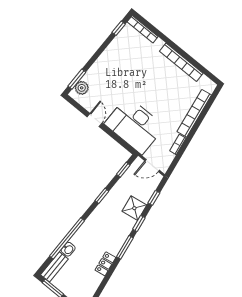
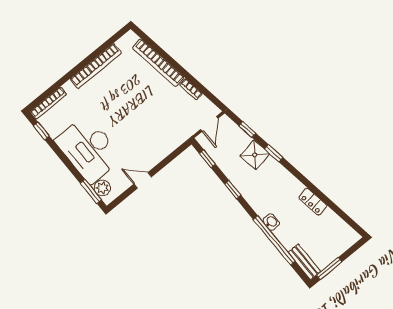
desk: (134, 125) -> (89, 149), moved, turned 90
window: (125, 247) -> (298, 175), removed
washbasin: (68, 249) -> (271, 222), moved

